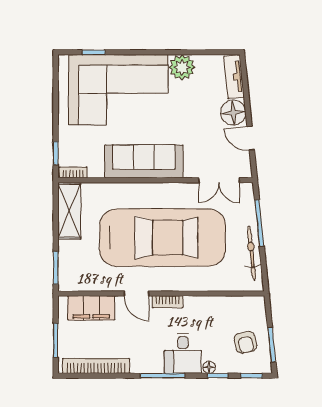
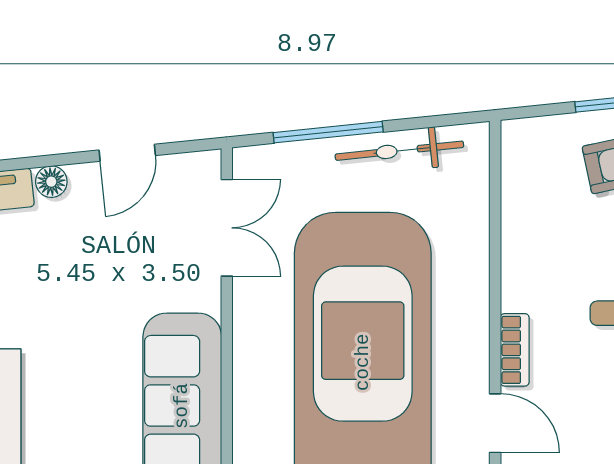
floor lamp: (233, 113) -> (51, 182), width x0.53, depth x0.53
door: (136, 293) -> (495, 423), hinge flipped

